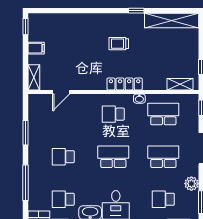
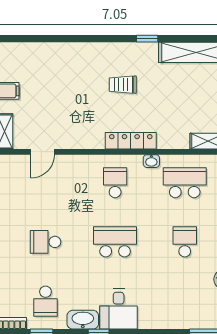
school desk: (113, 114) -> (115, 183), turned 90
school desk: (163, 157) -> (185, 242), width x0.54
school desk: (63, 199) -> (45, 301), turned -90
school desk: (163, 199) -> (185, 301), removed

